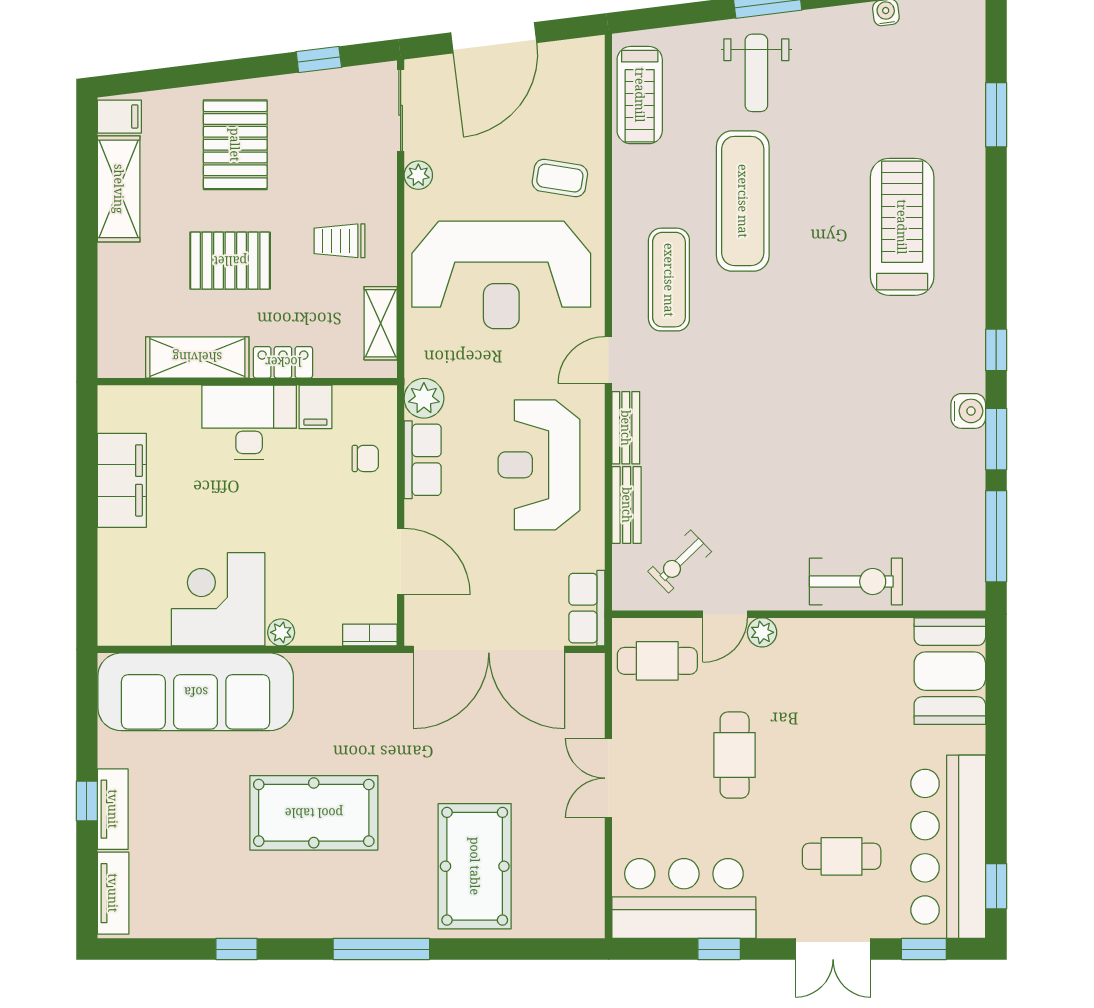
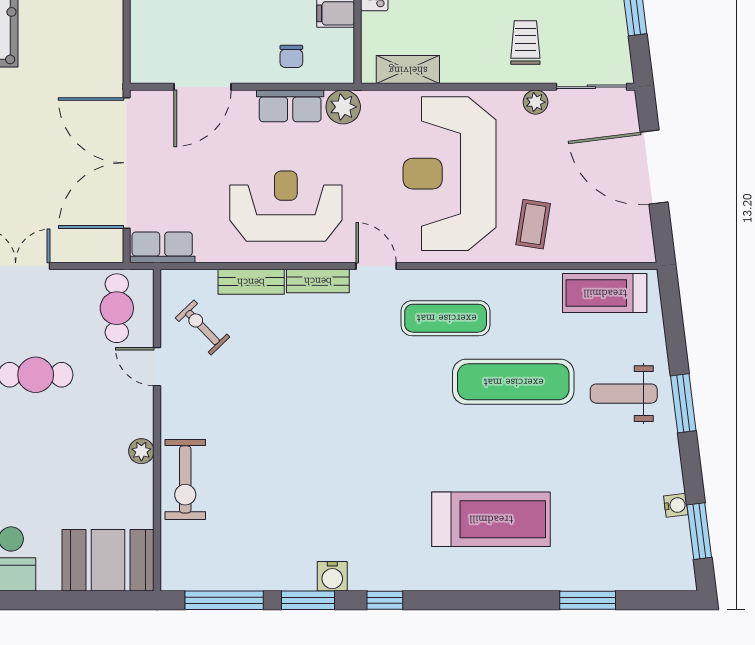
trolley: (339, 241) -> (525, 42), moved
plant: (762, 632) -> (141, 451), moved
bookcase: (370, 635) -> (139, 60), removed

